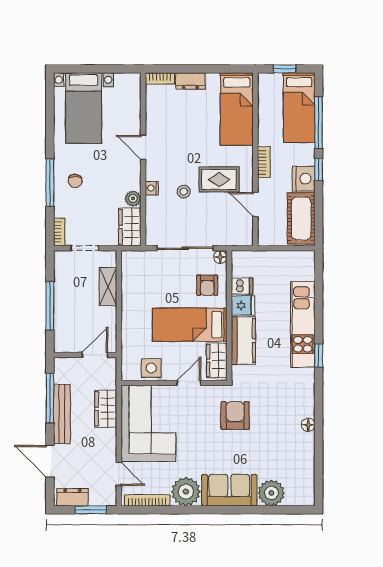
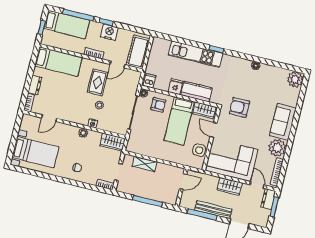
door: (143, 147) -> (49, 118), moved
window: (50, 183) -> (75, 183), removed
plant: (133, 198) -> (83, 133), moved
cot: (301, 218) -> (138, 52), moved, turned 90
dishwasher: (242, 286) -> (150, 81), moved
door: (95, 355) -> (183, 182), swing flipped
wardrobe: (106, 409) -> (230, 186), moved
door: (119, 474) -> (257, 185), hinge flipped
plant: (271, 493) -> (295, 79), moved
dresser: (72, 497) -> (268, 199), moved

